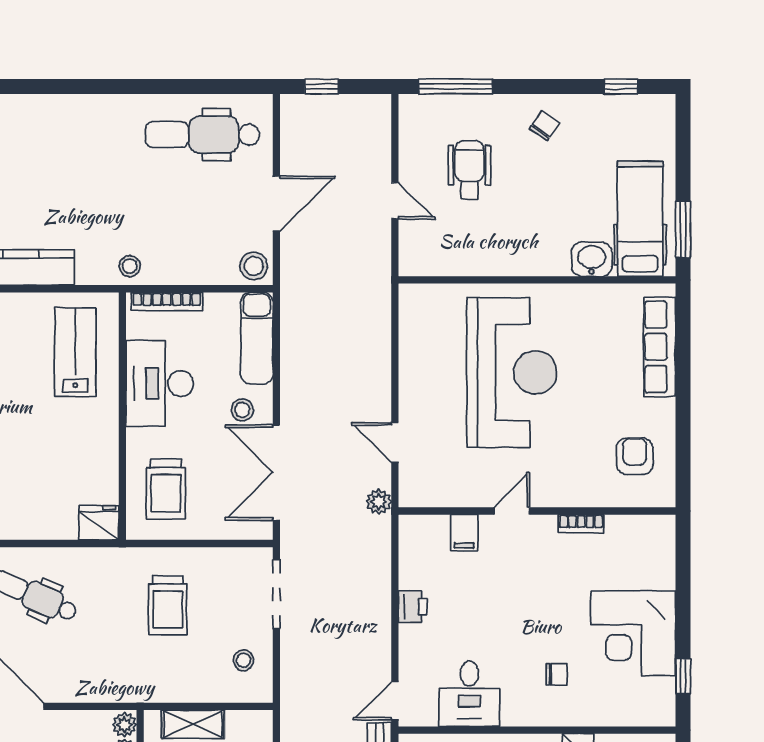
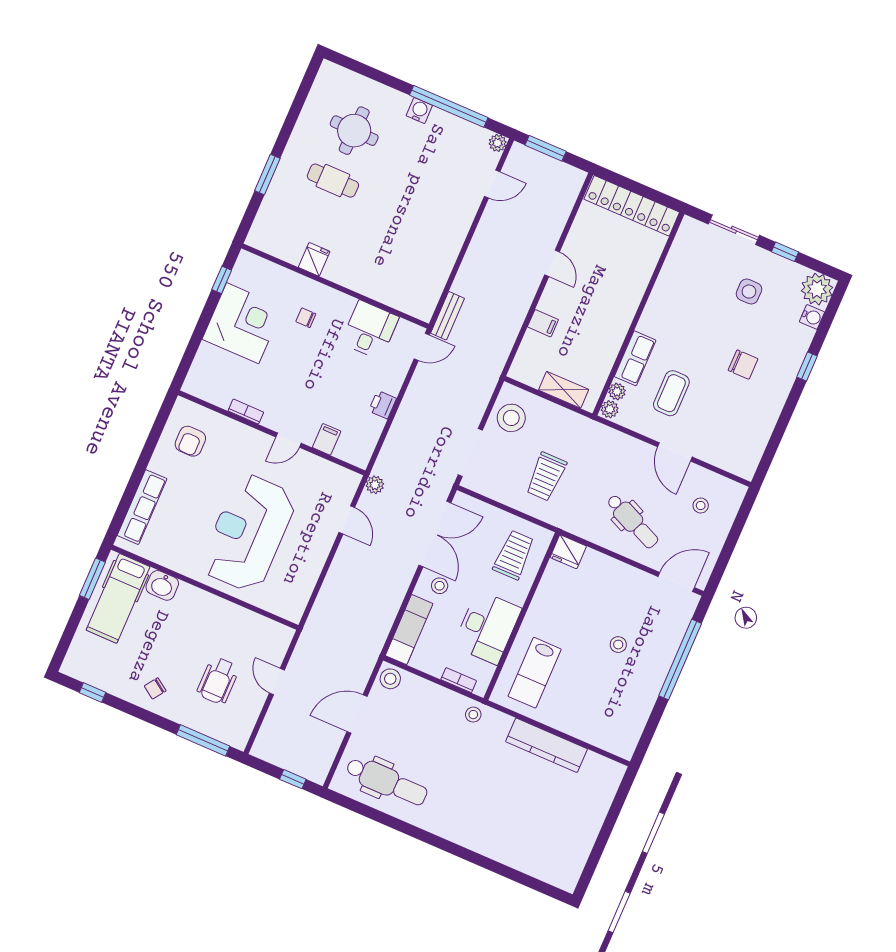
bookcase: (167, 302) -> (459, 680), width x0.64
trolley: (168, 605) -> (546, 477), turned 180
stool: (243, 660) -> (511, 418), width x1.89, depth x1.89

